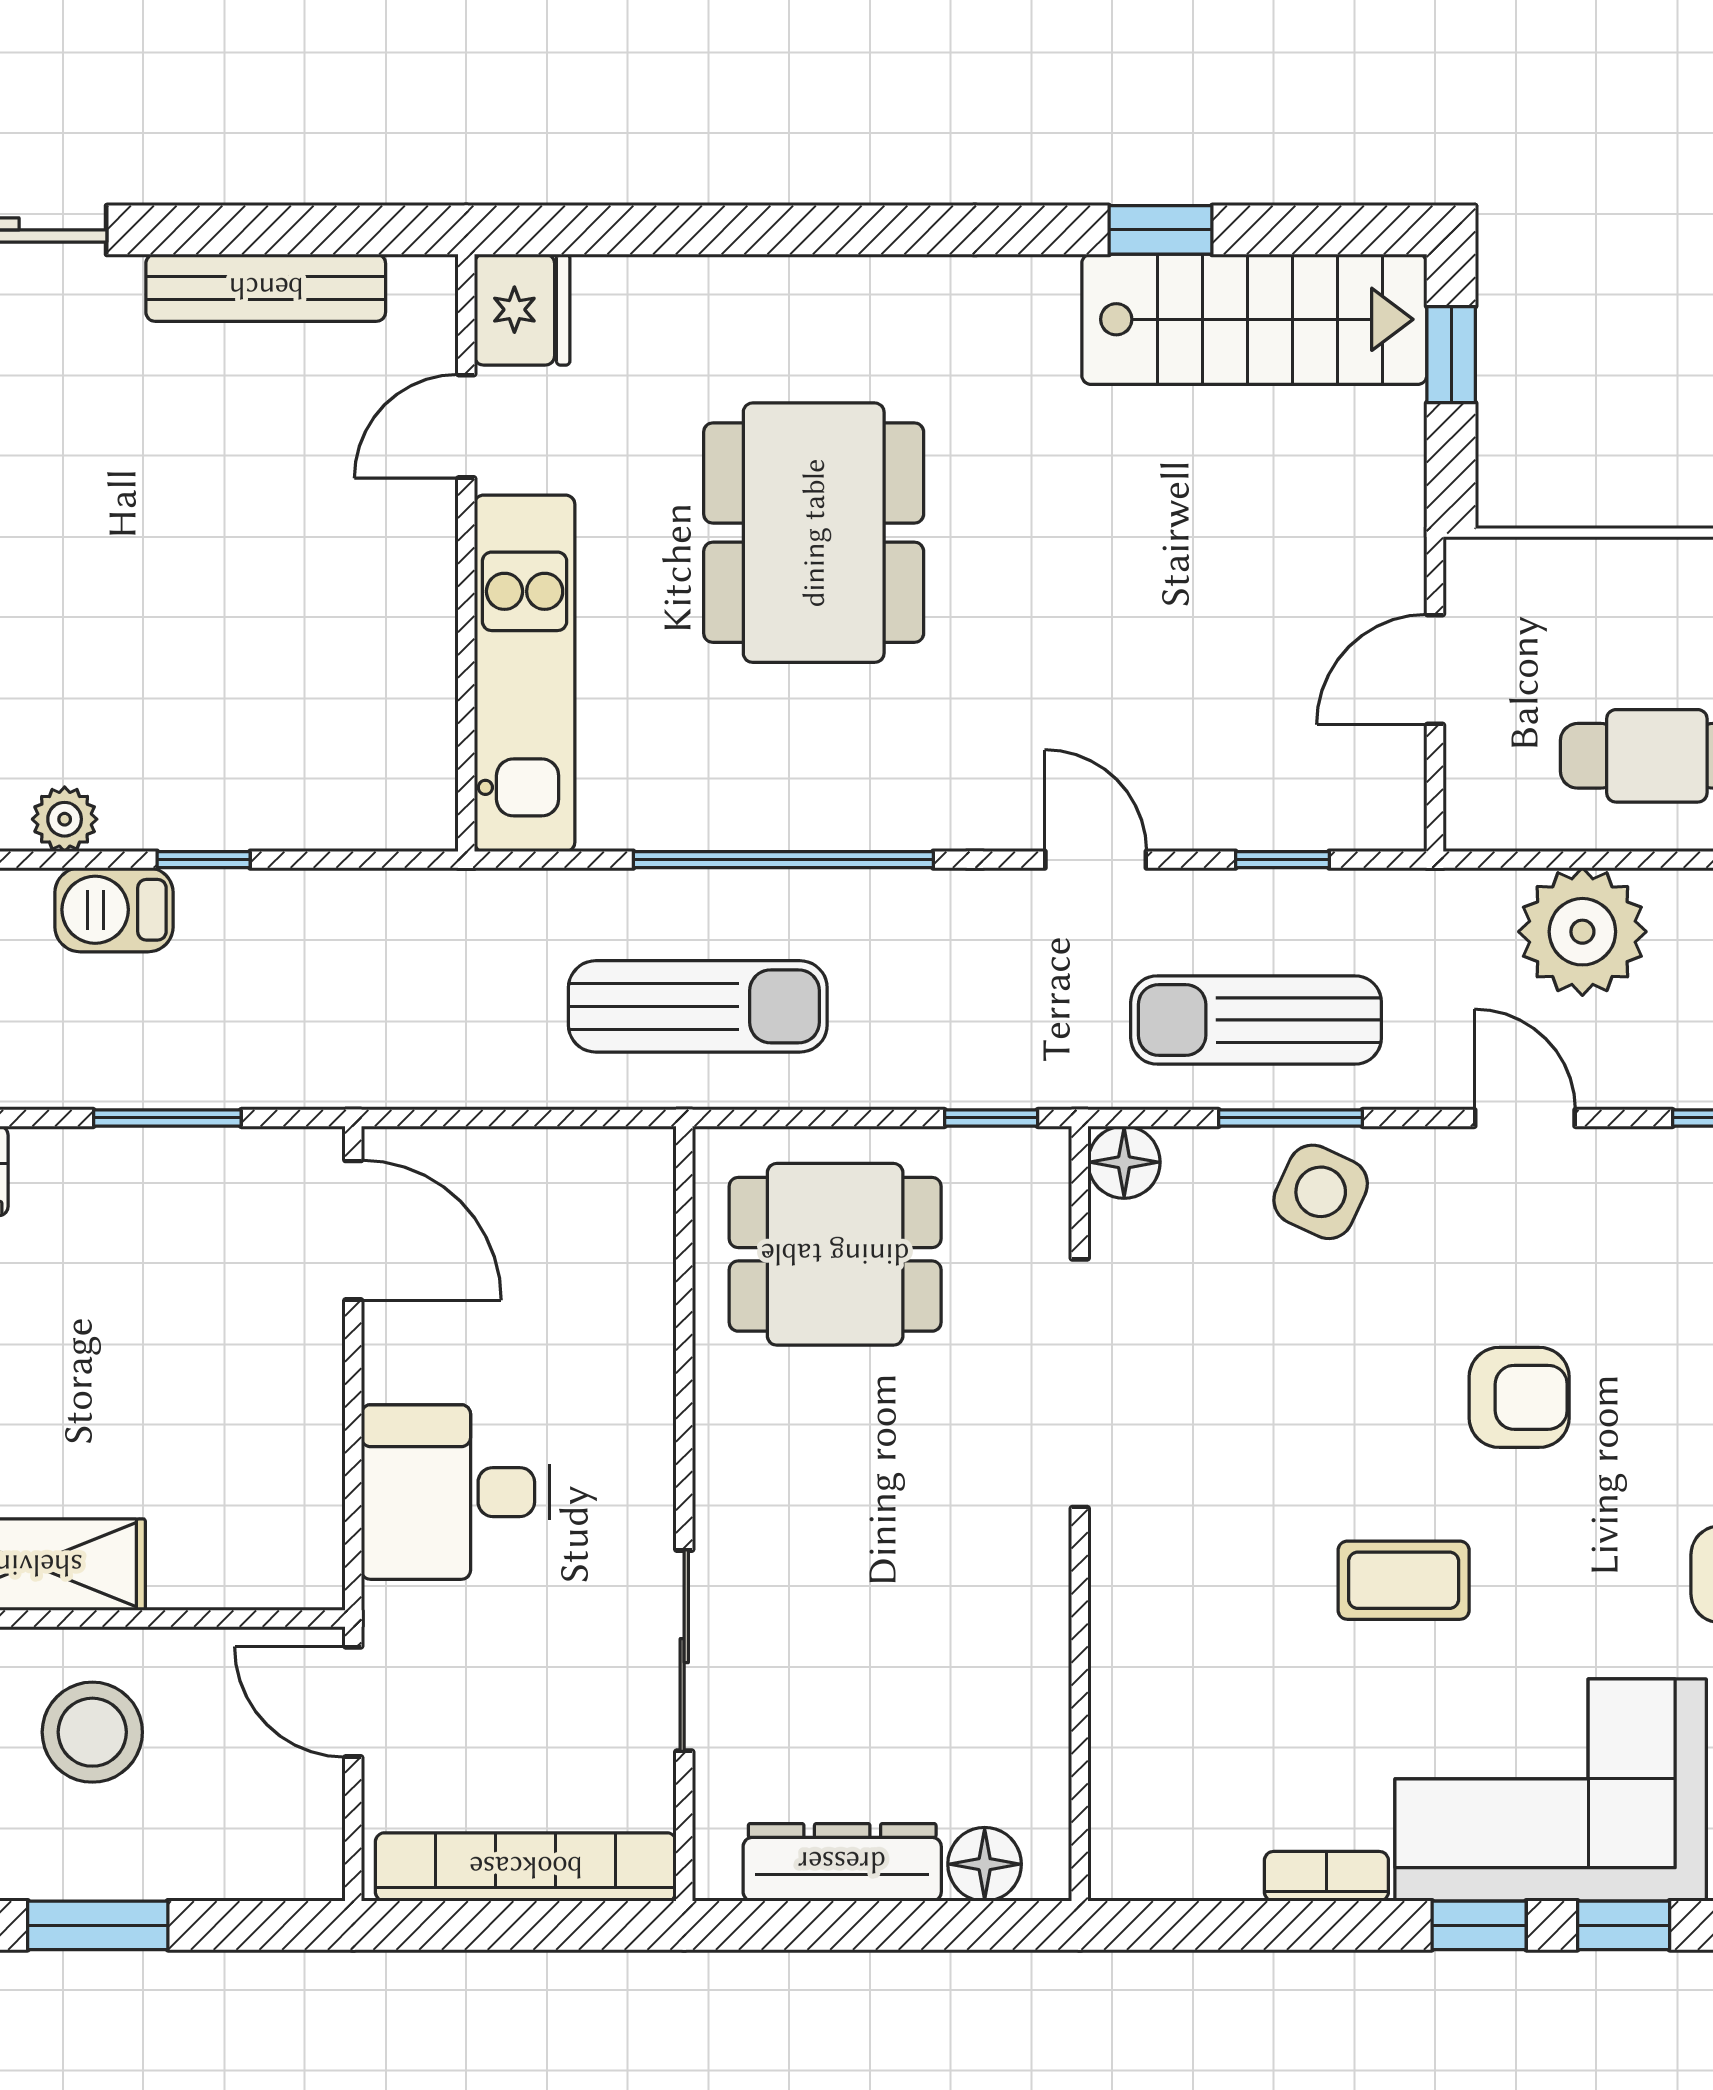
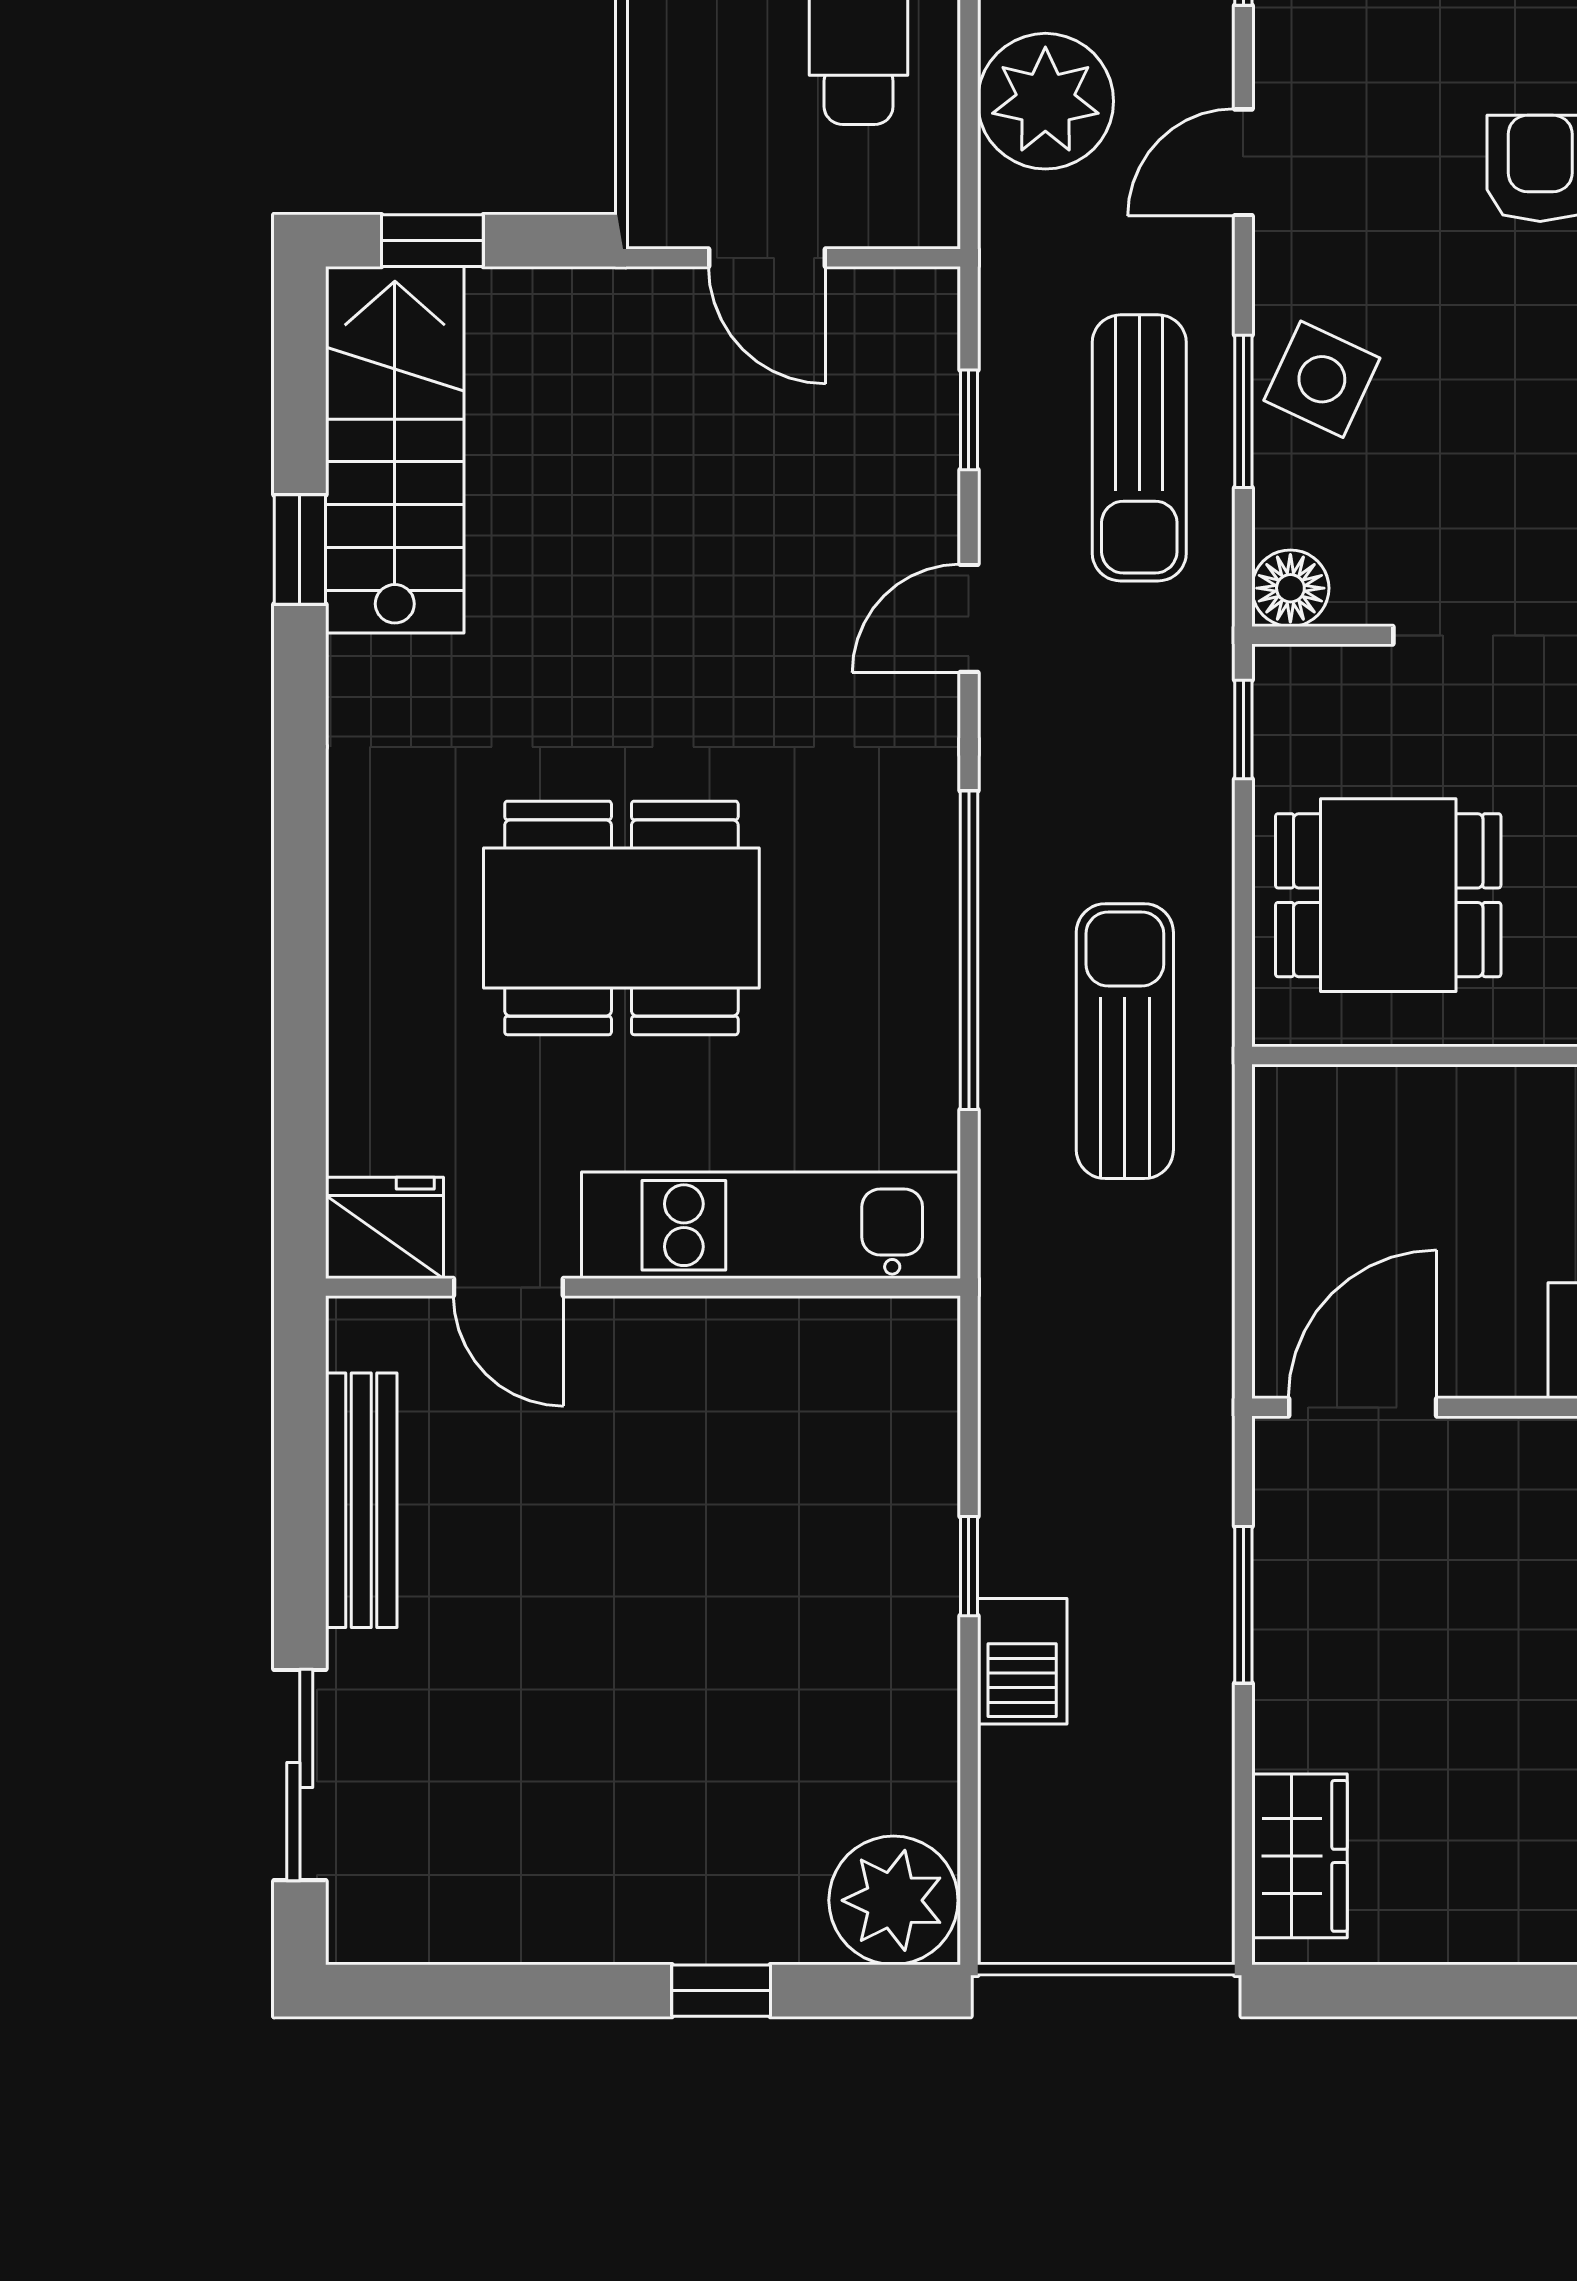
plant: (65, 819) -> (926, 1714), removed
dining table: (835, 1254) -> (1388, 895), turned 90

